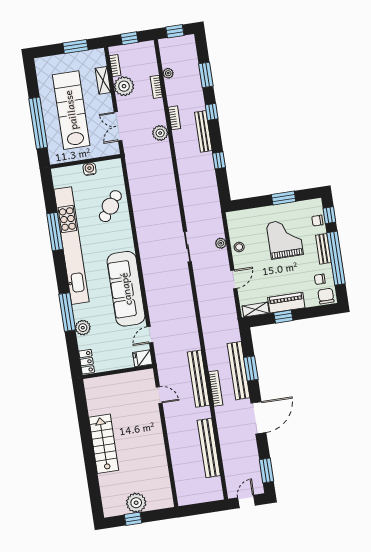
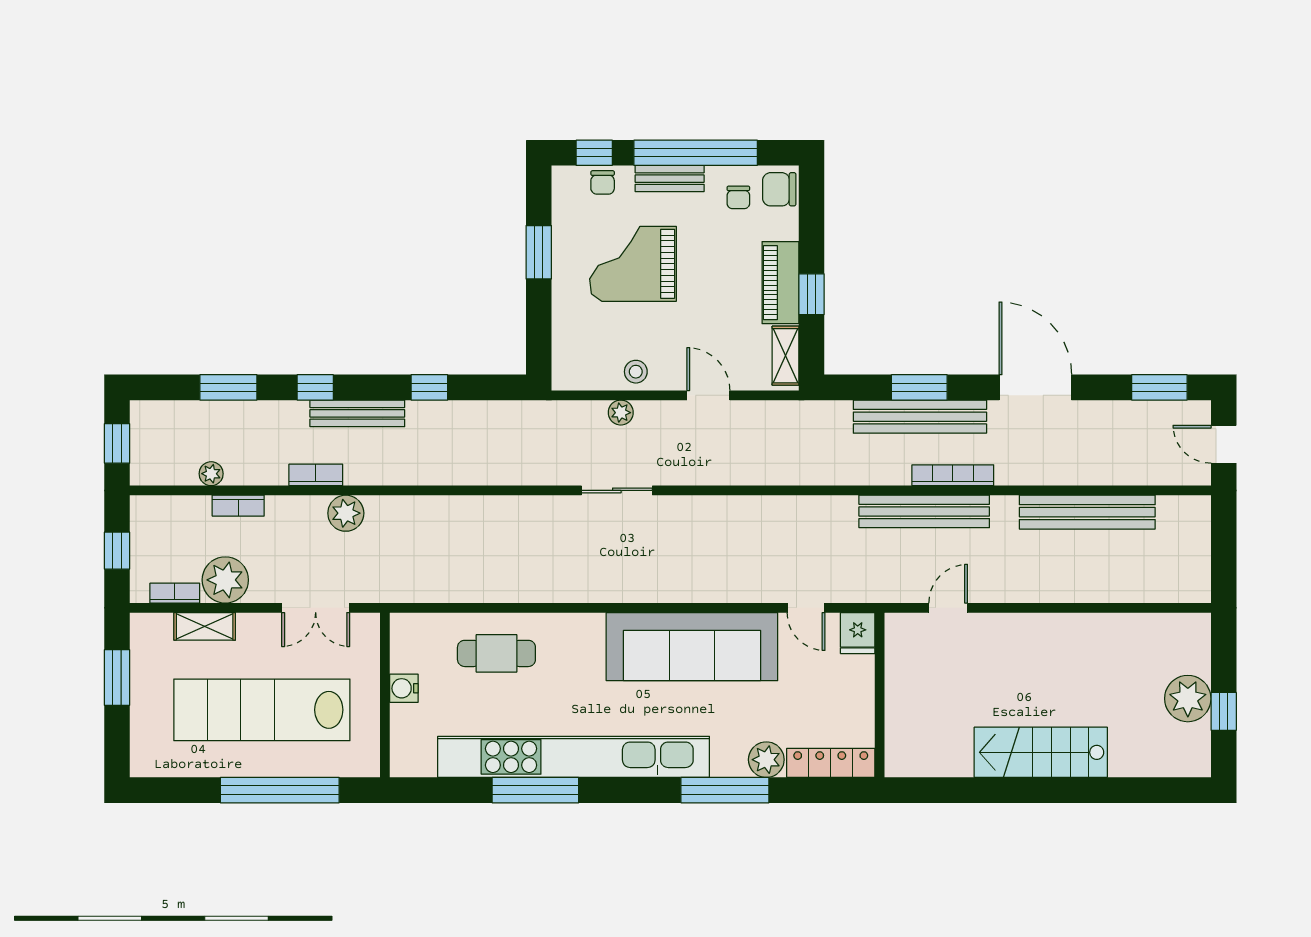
cafe table: (110, 206) -> (496, 653), turned -36
locker: (87, 362) -> (831, 763), width x1.53

